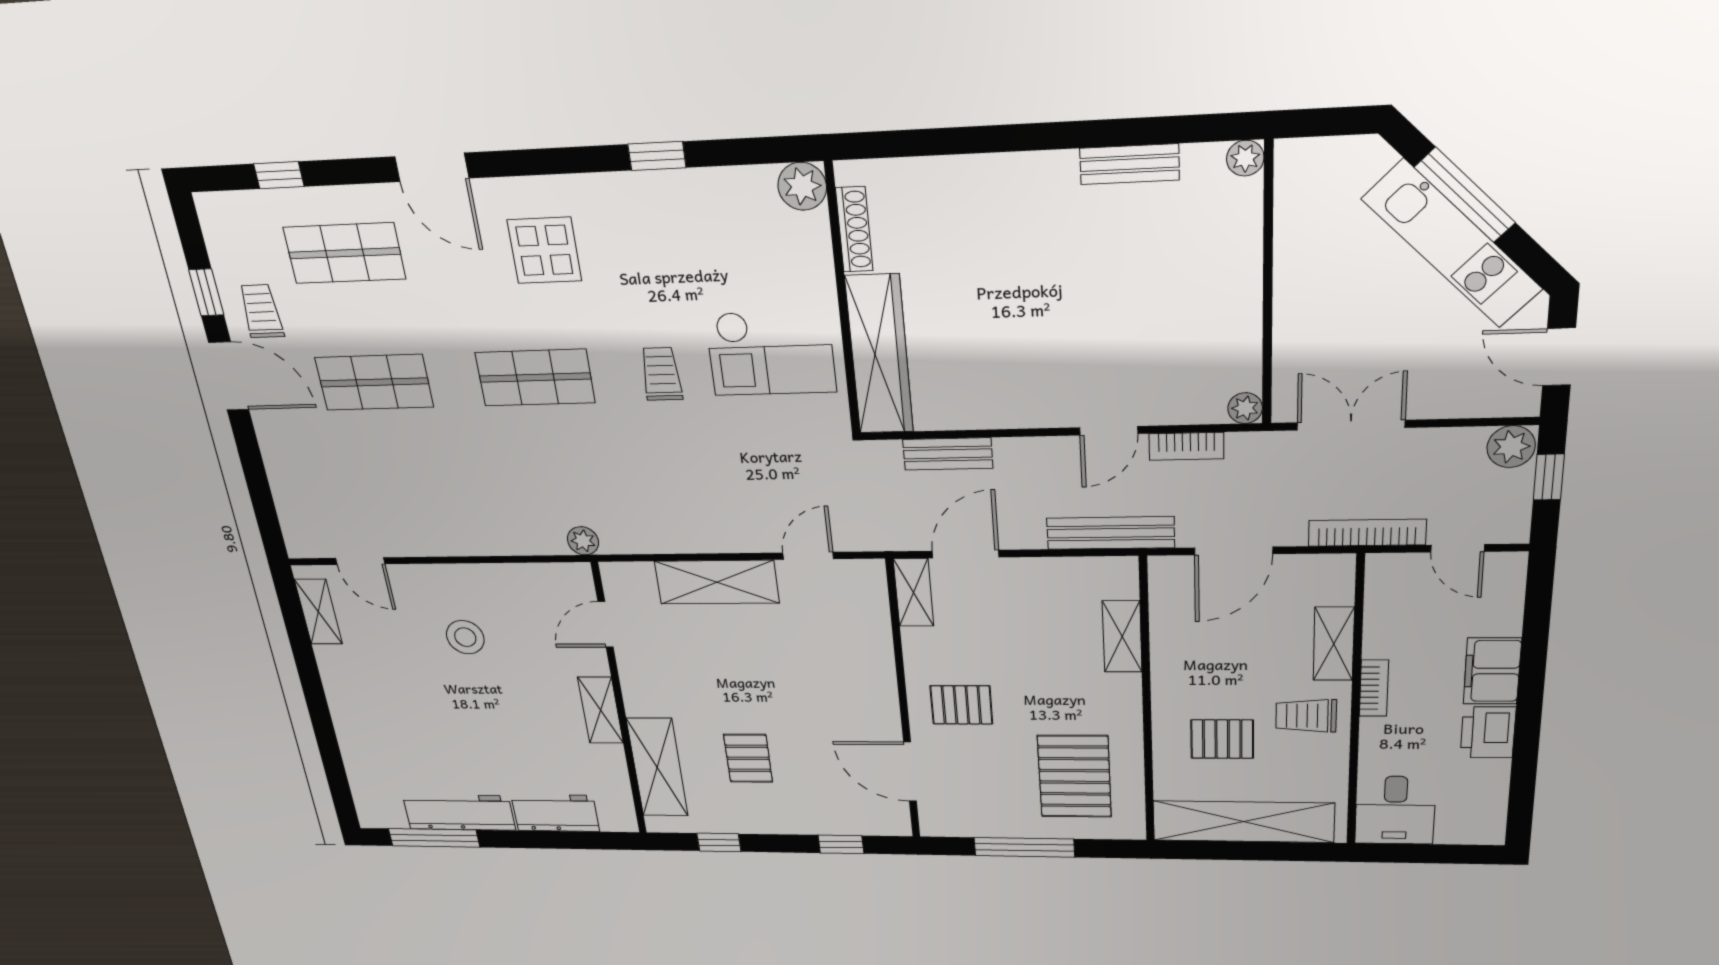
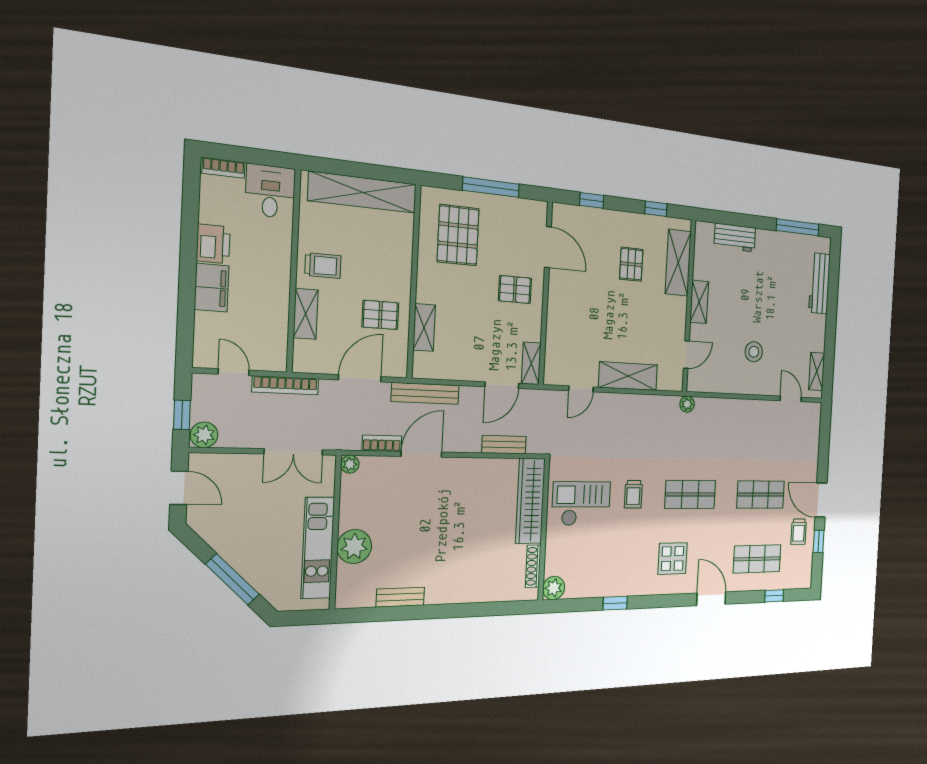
plant: (1245, 158) -> (354, 547), moved, width x1.87, depth x1.87
kitchen unit: (1452, 244) -> (318, 548), moved, turned -135
door: (1109, 431) -> (422, 454), width x1.38
bookcase: (1374, 688) -> (224, 168), moved, turned -90
pallet: (1222, 739) -> (380, 315), moved
workbench: (459, 812) -> (819, 283), moved, turned 90

